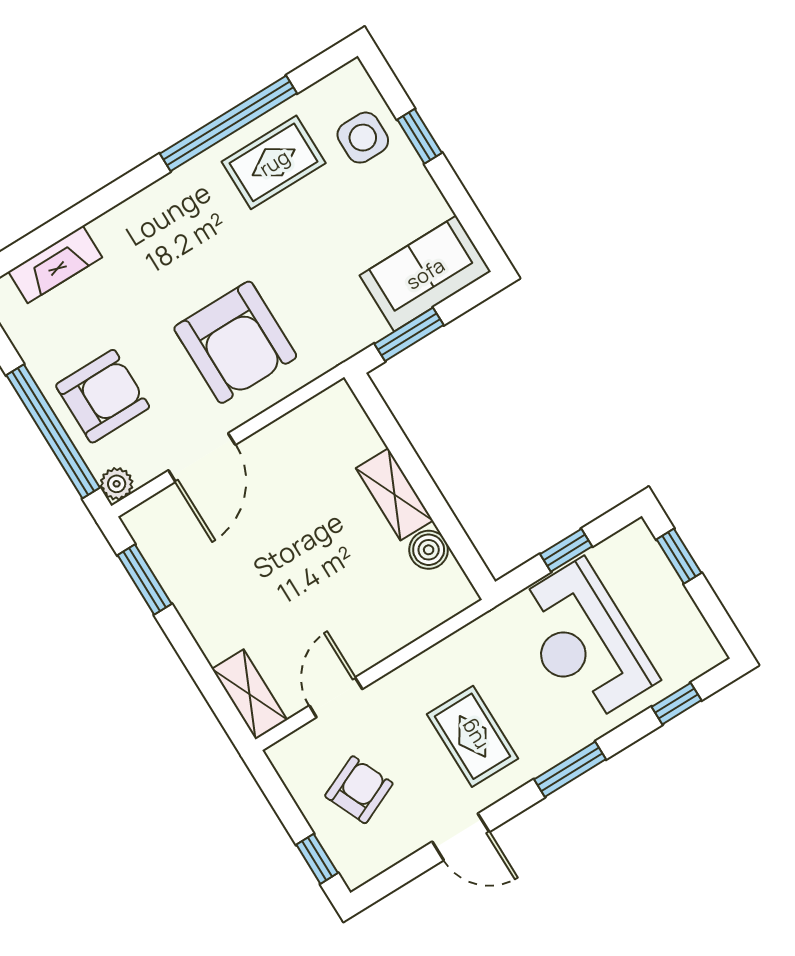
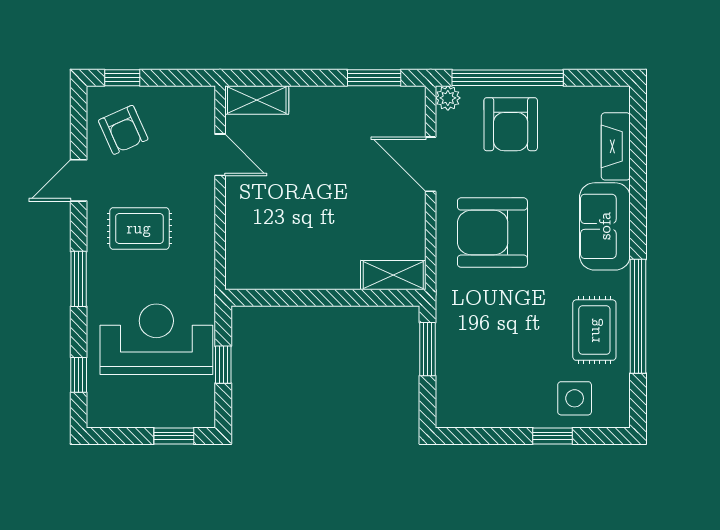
sofa: (425, 273) -> (605, 226), moved, turned 180
shelving: (394, 494) -> (393, 275), moved
boiler: (429, 550) -> (279, 275), removed
armchair: (359, 790) -> (123, 130), moved

